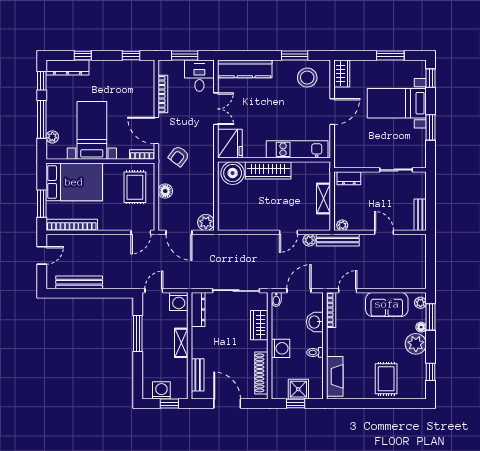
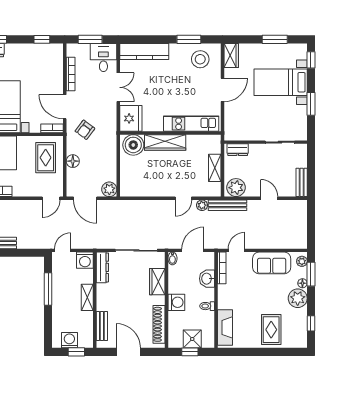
plant: (342, 225) -> (236, 188), width x1.88, depth x1.88

